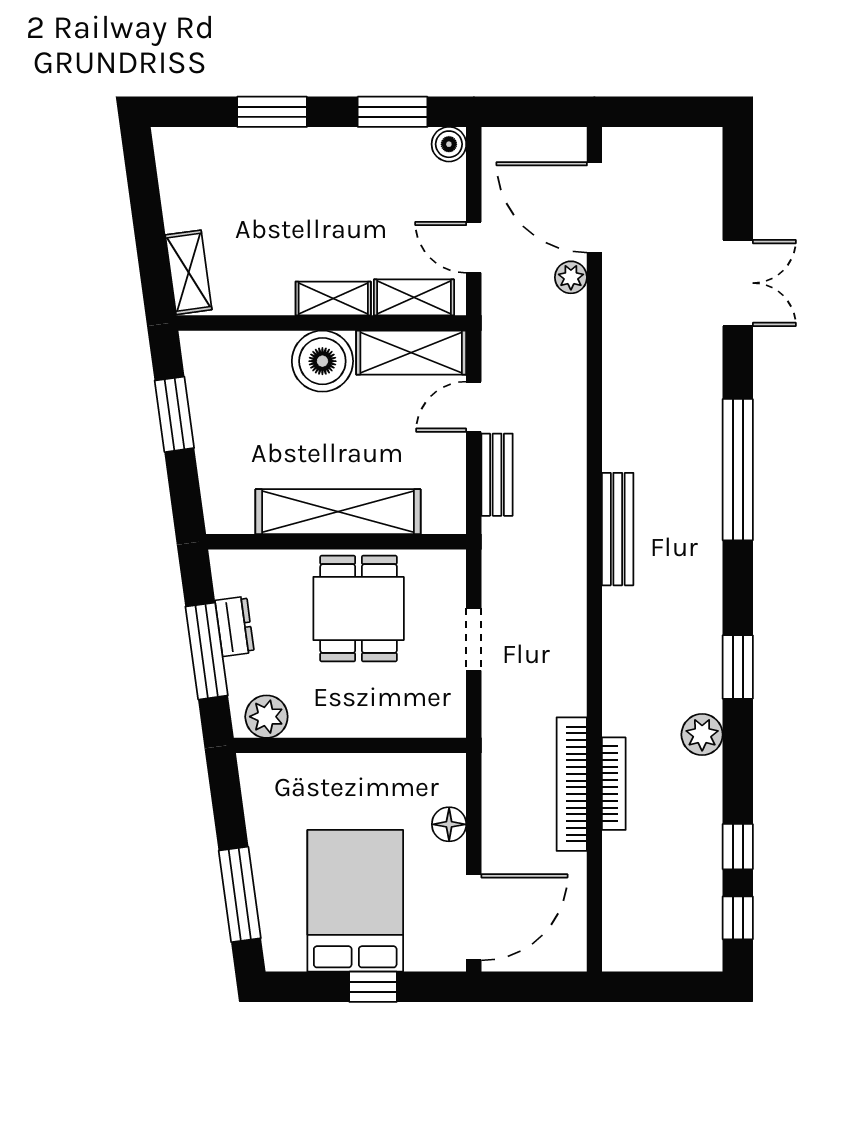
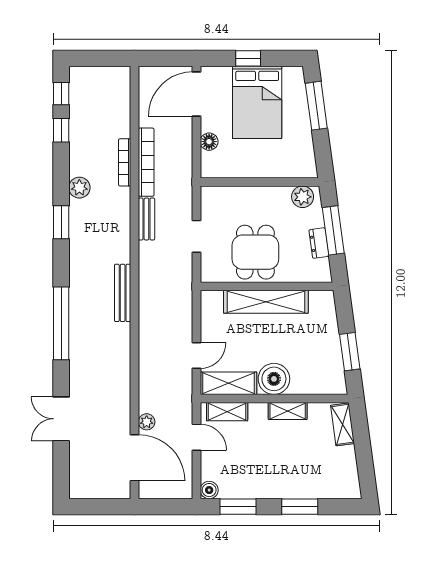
shelving: (333, 299) -> (288, 411), moved
bench: (497, 475) -> (146, 219), moved

